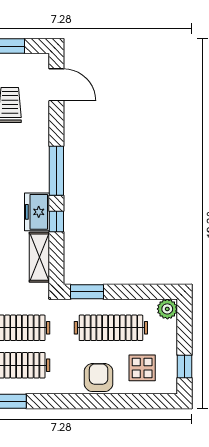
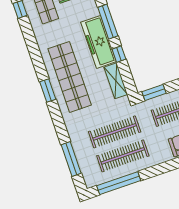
freezer: (37, 212) -> (99, 42), width x1.91, depth x1.26

